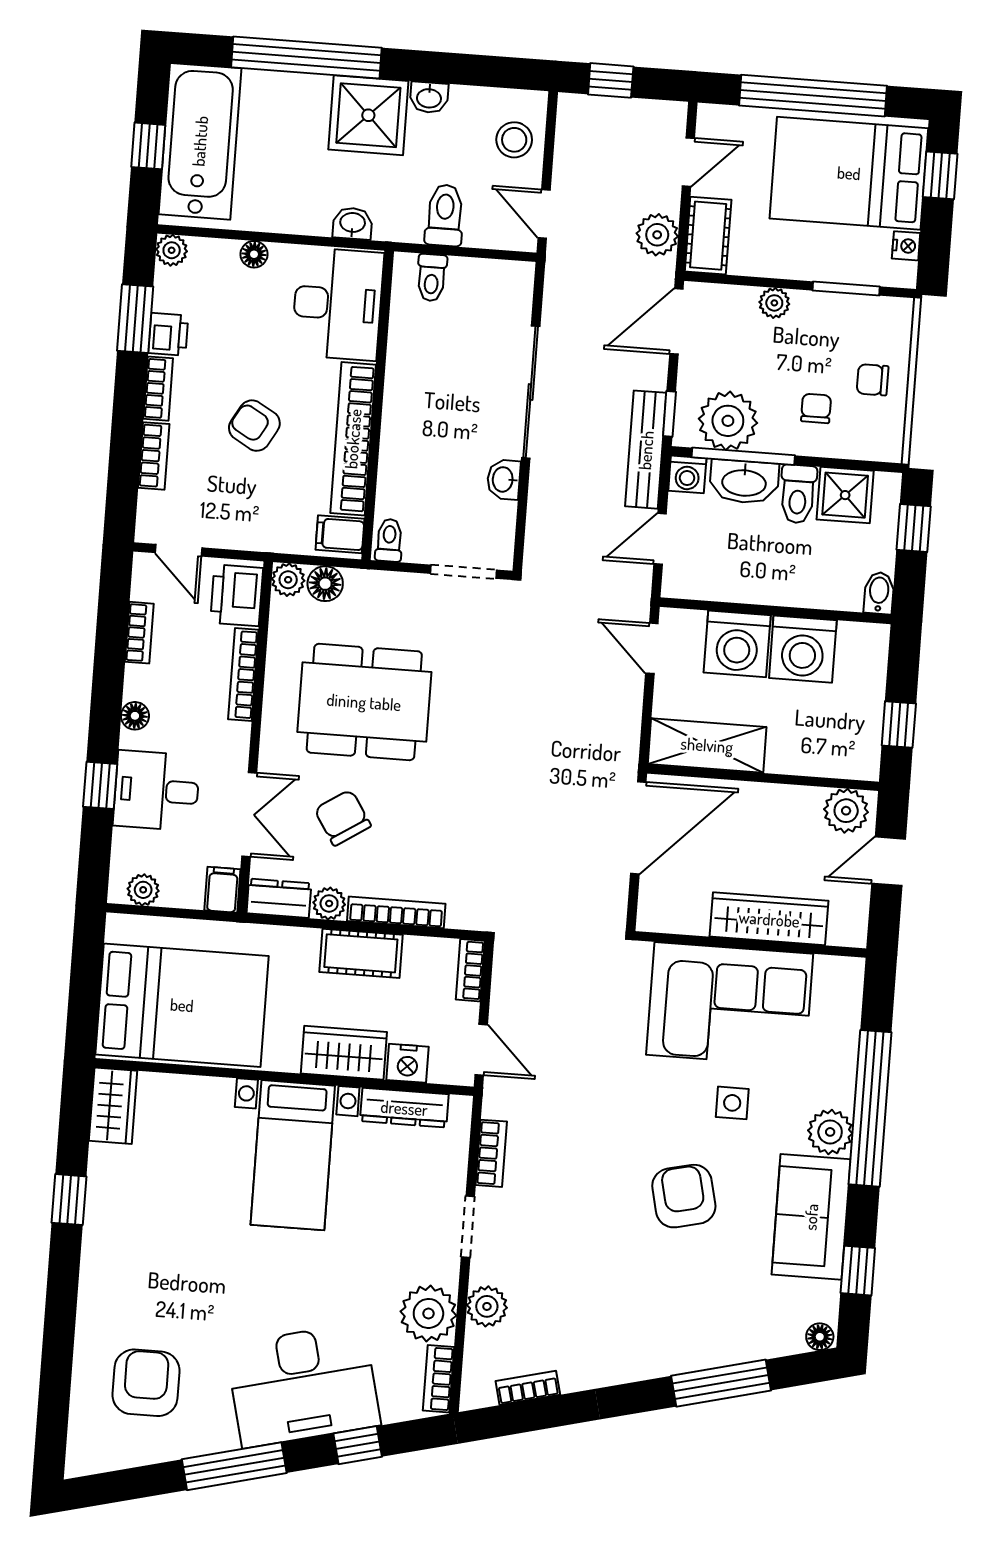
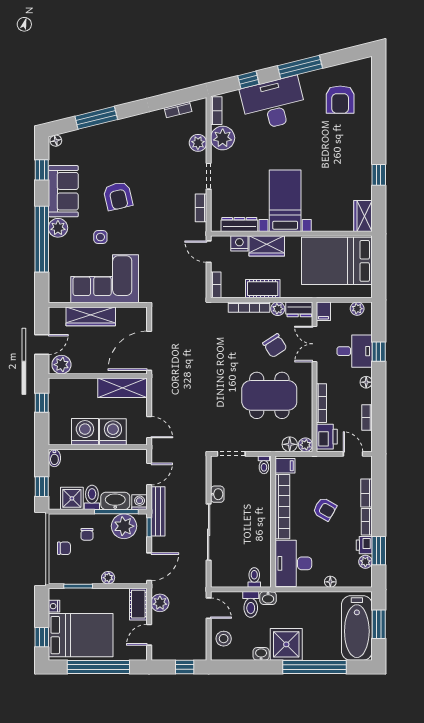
window: (148, 146) -> (379, 624), width x1.50
washbasin: (353, 223) -> (268, 598), moved
plant: (172, 250) -> (365, 562), moved

